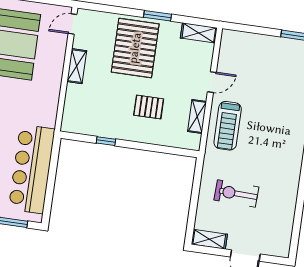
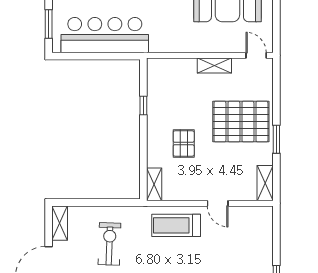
shelving: (197, 116) -> (154, 184), moved, turned 90

